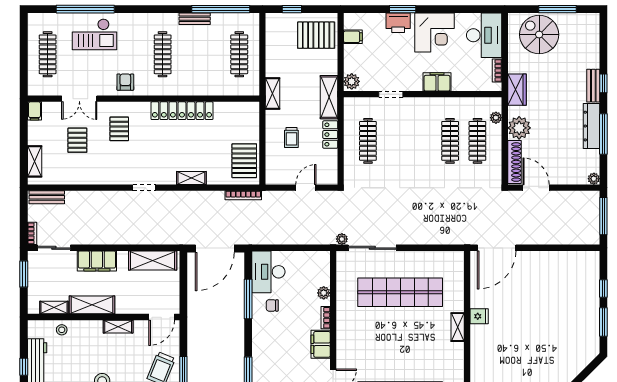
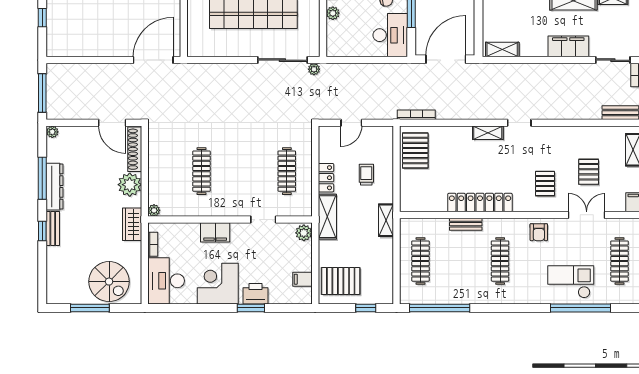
bench: (195, 19) -> (466, 224), moved
plant: (496, 118) -> (154, 210), moved
clothes rail: (477, 141) -> (173, 171), removed
shelving: (191, 178) -> (488, 133), moved
shelving: (153, 260) -> (502, 49), width x0.67, depth x0.75

